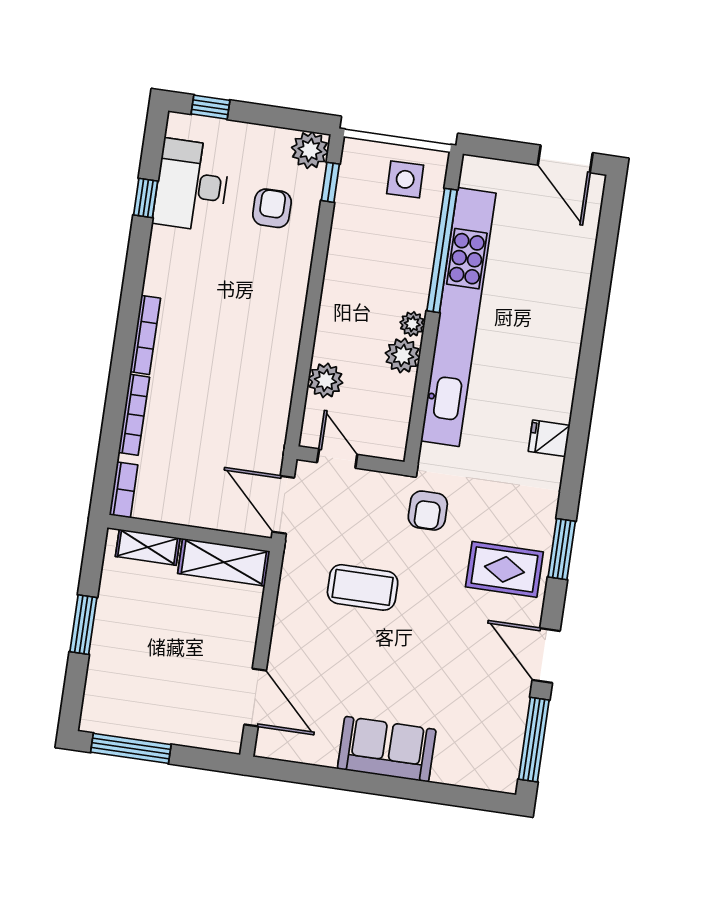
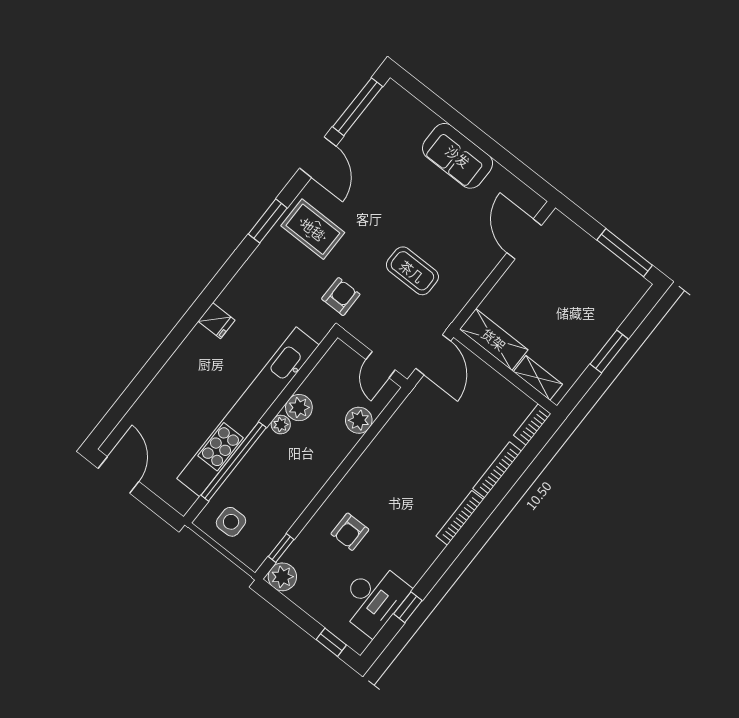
armchair: (272, 208) -> (350, 532), moved
fridge: (549, 438) -> (216, 321), moved

